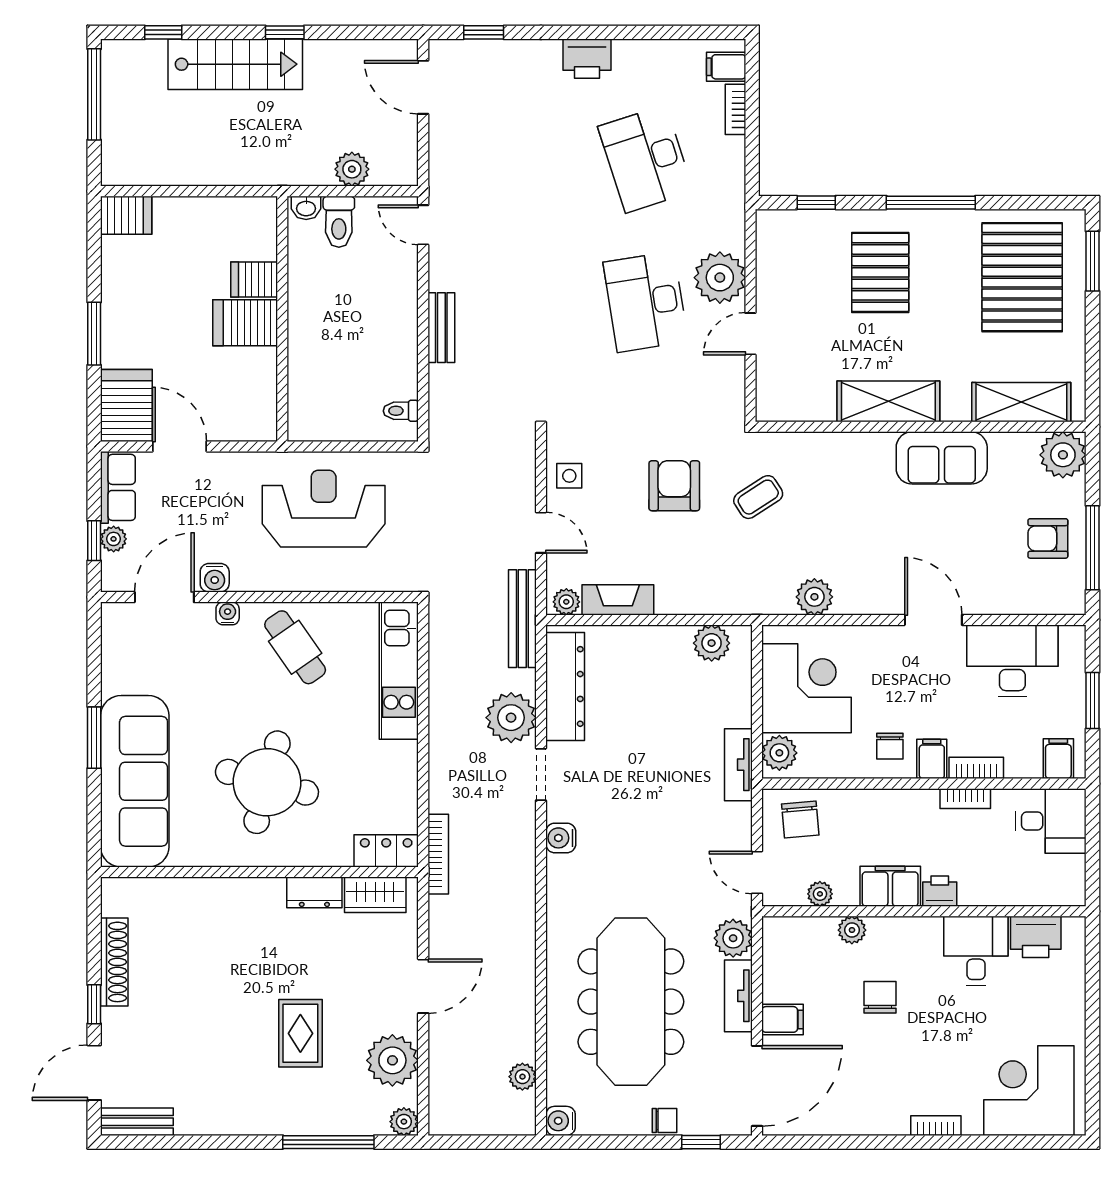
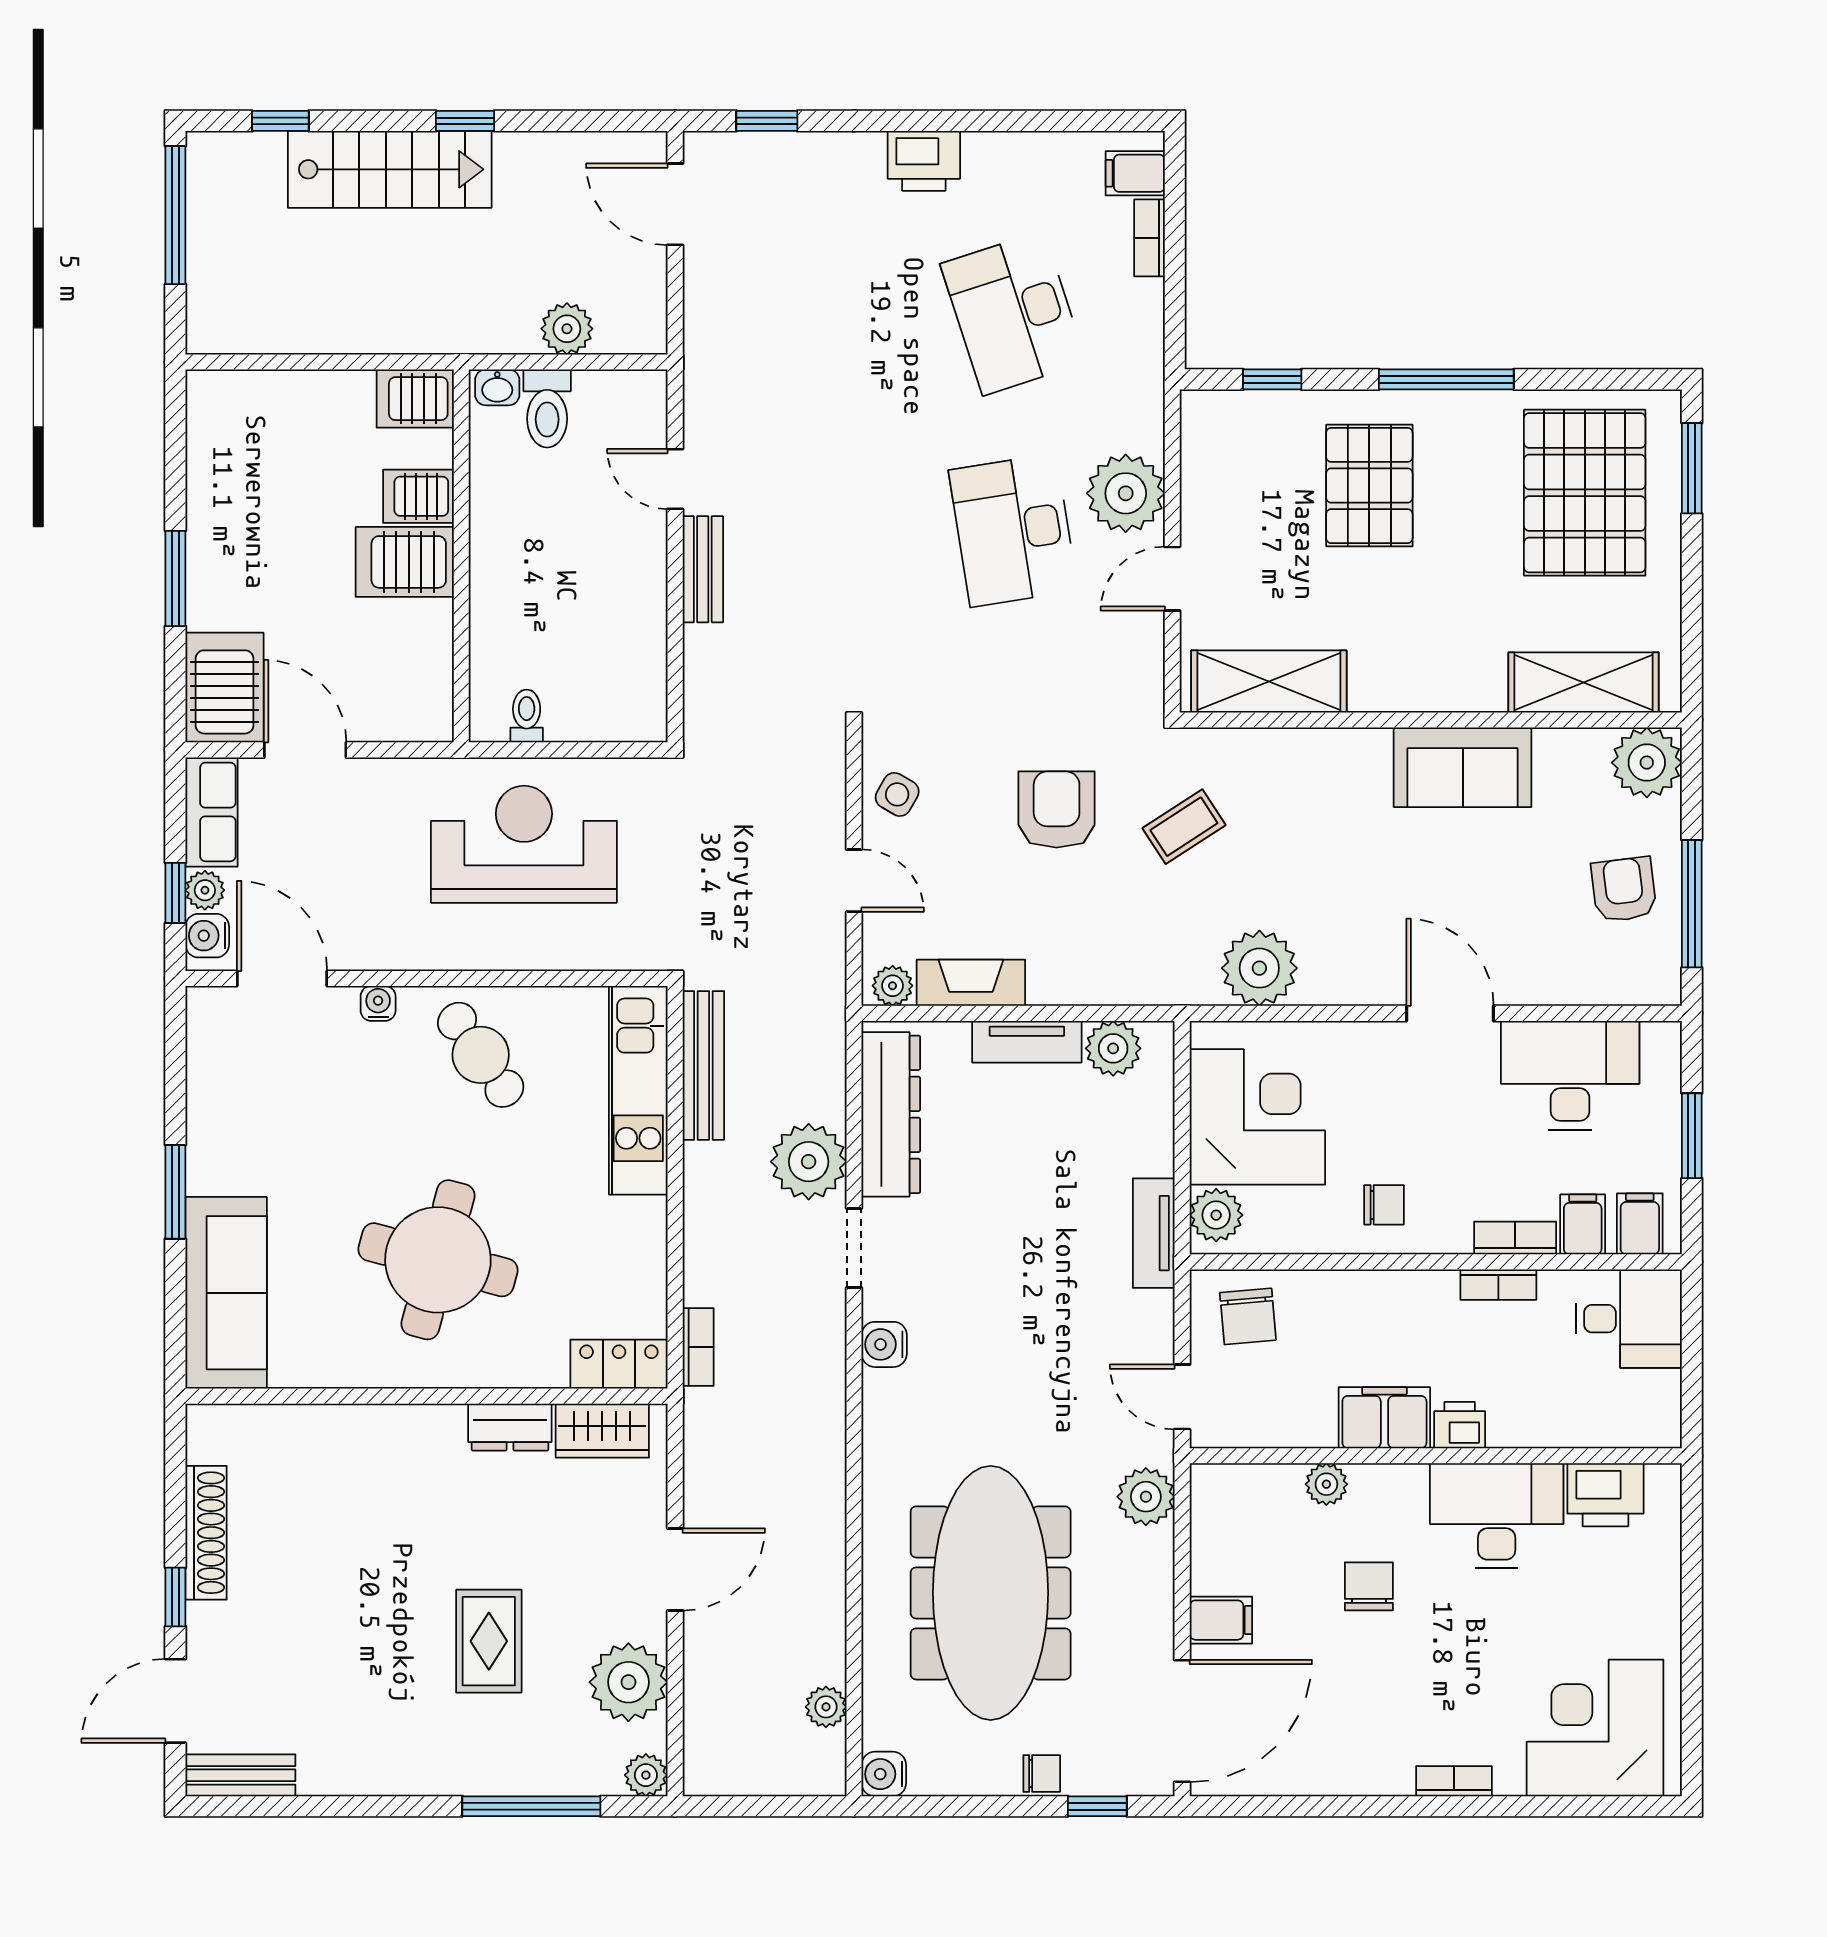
server rack: (126, 215) -> (415, 399), moved, turned 180
door: (423, 225) -> (675, 479), moved
shelving: (888, 401) -> (1269, 681), moved
toilet: (401, 411) -> (527, 716), moved, turned 90
side table: (569, 476) -> (897, 794), turned 30
armchair: (1048, 538) -> (1624, 890), turned 83
water cooler: (215, 578) -> (207, 936), moved, turned 90
door: (164, 597) -> (282, 979), hinge flipped
plant: (814, 597) -> (1259, 968), width x1.36, depth x1.36
bench: (522, 619) -> (703, 1065), moved
chair: (890, 746) -> (1384, 1205), turned -90
filing cabinet: (932, 759) -> (1583, 1224), moved
sofa: (135, 781) -> (226, 1293), width x0.74, depth x0.79
bookcase: (438, 854) -> (698, 1347), width x0.64
plant: (820, 894) -> (1278, 1429), removed
desk: (976, 951) -> (1497, 1516), width x1.37
tv unit: (738, 996) -> (1027, 1042), moved, turned -90

